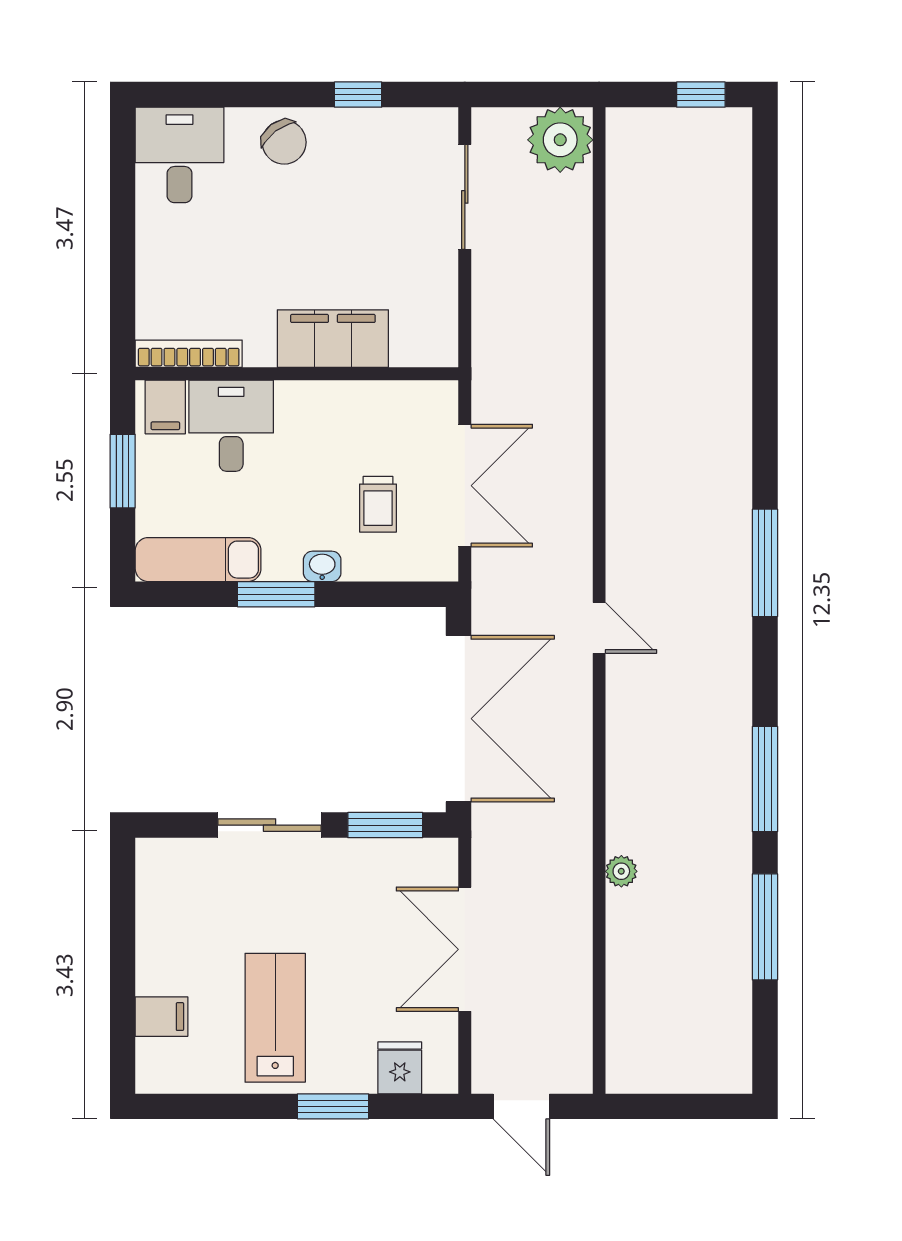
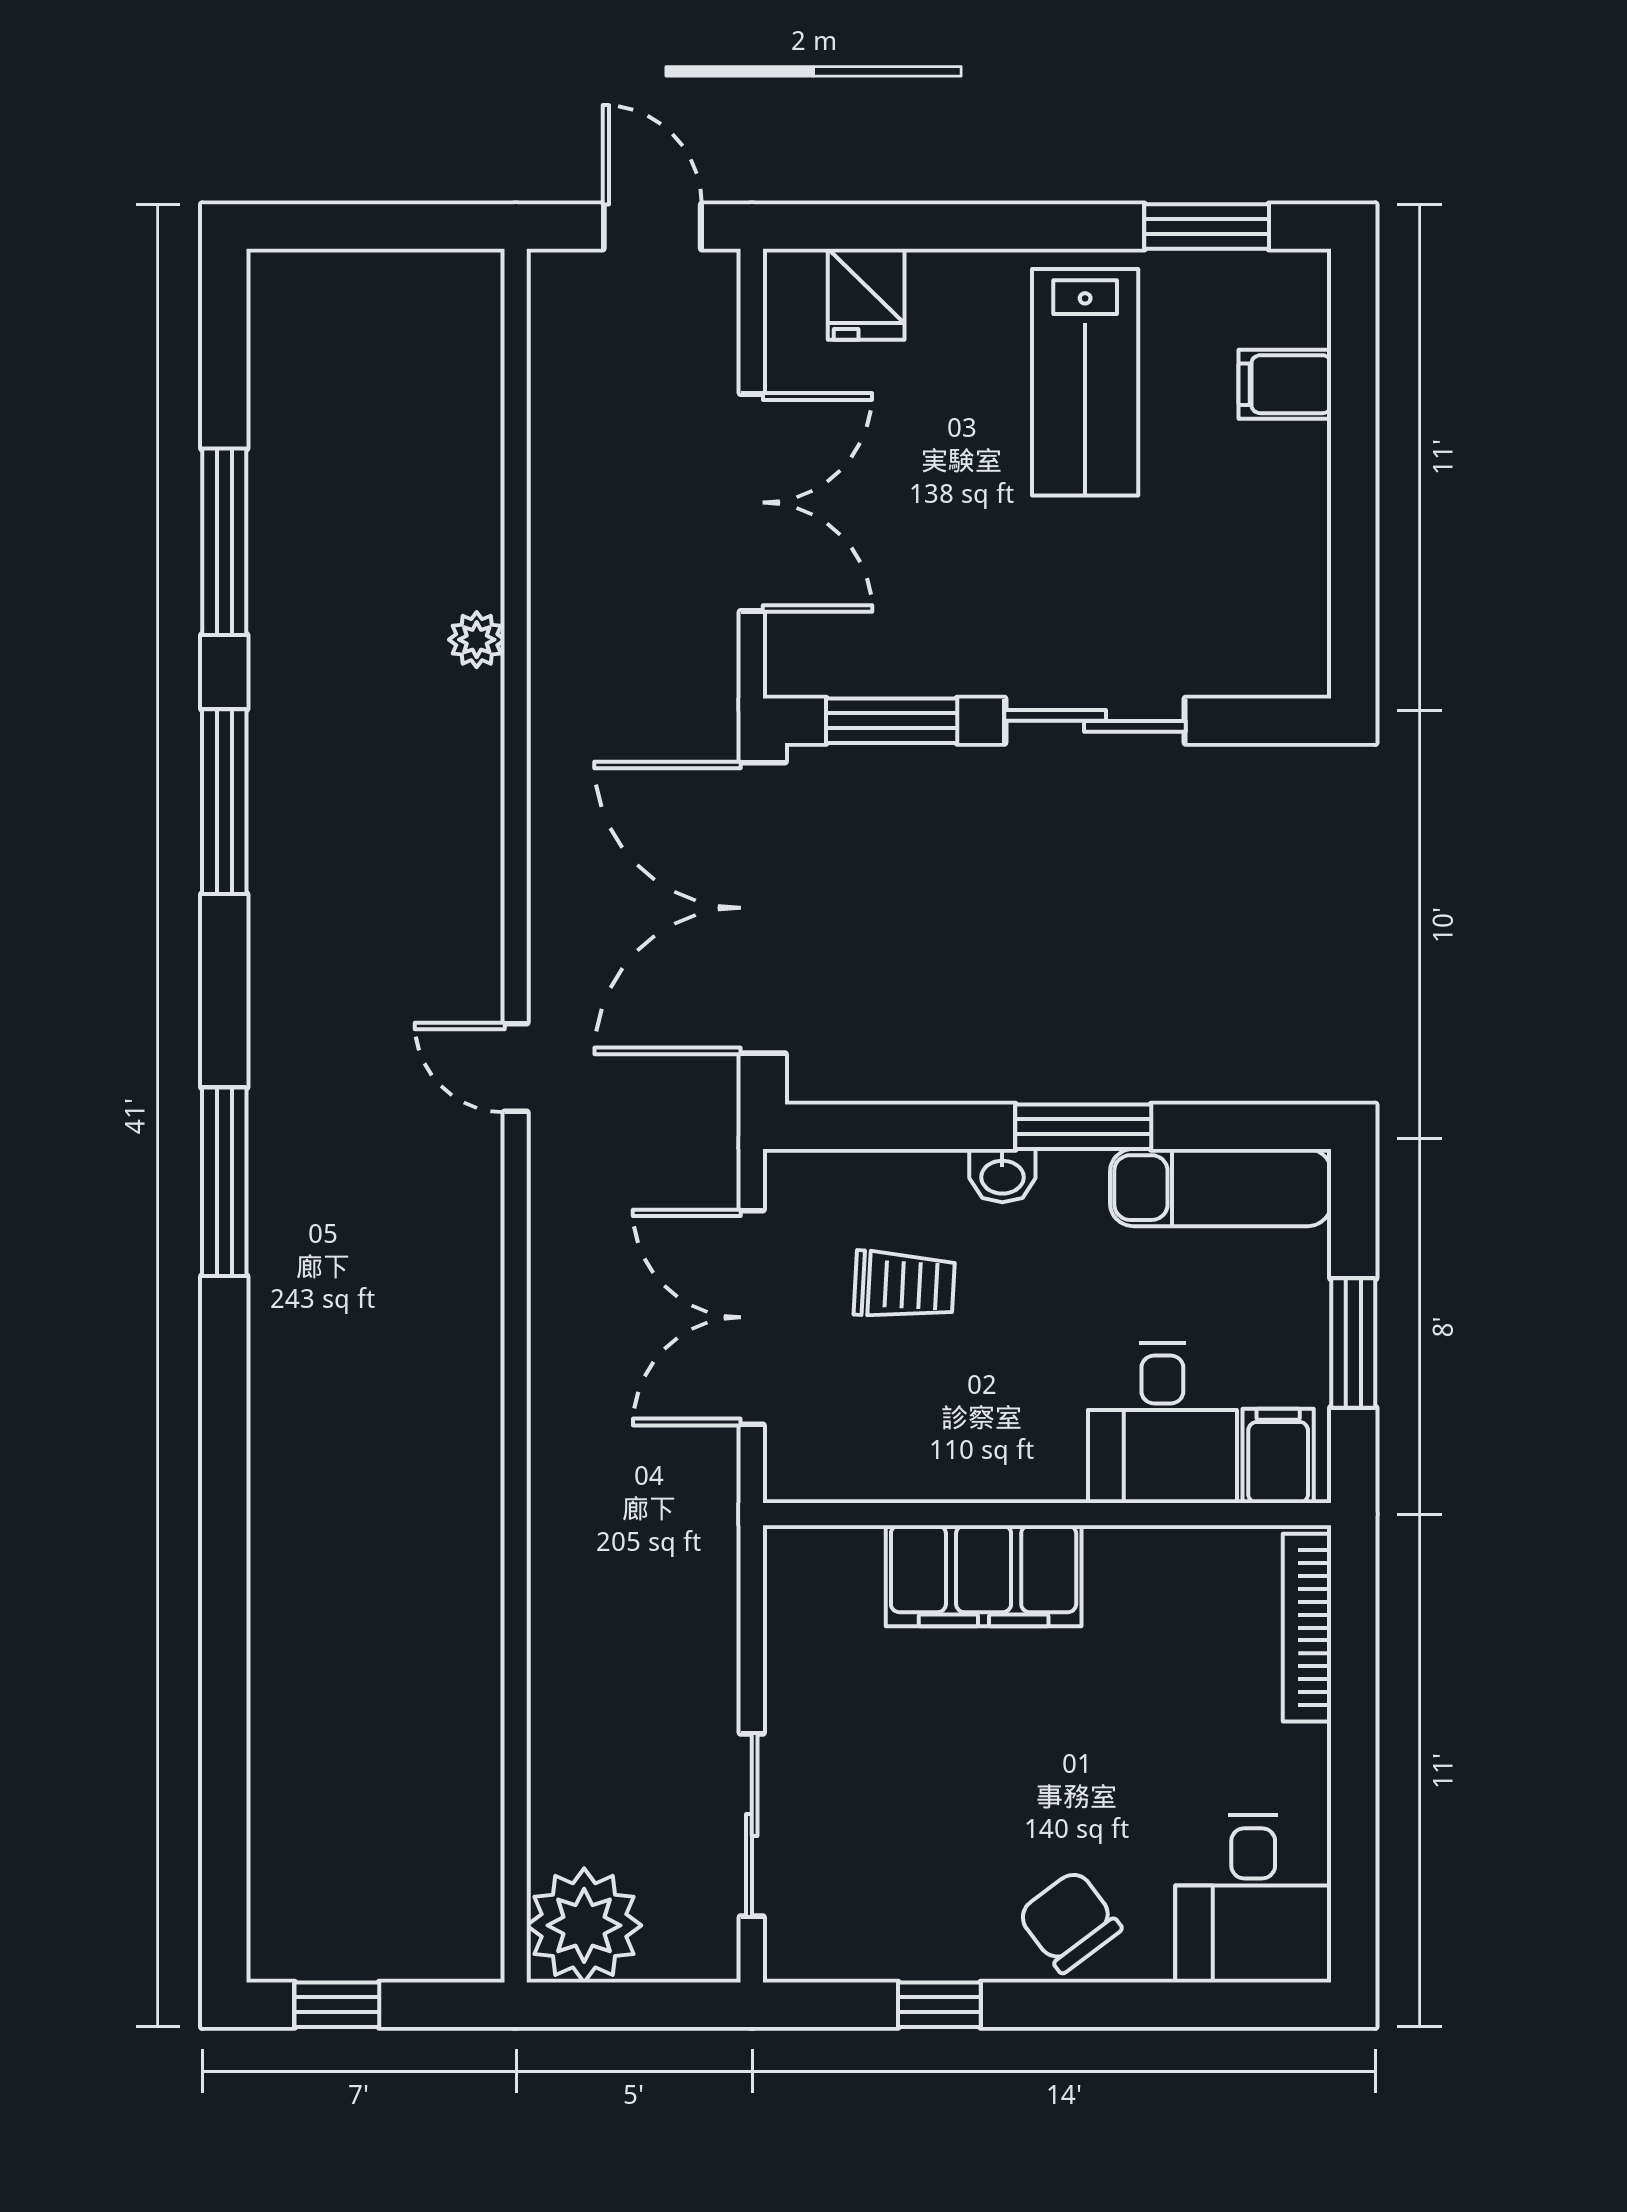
bookcase: (189, 354) -> (1307, 1628), moved, turned 90
trolley: (378, 504) -> (904, 1285), turned 93
window: (333, 1106) -> (1207, 226), moved

